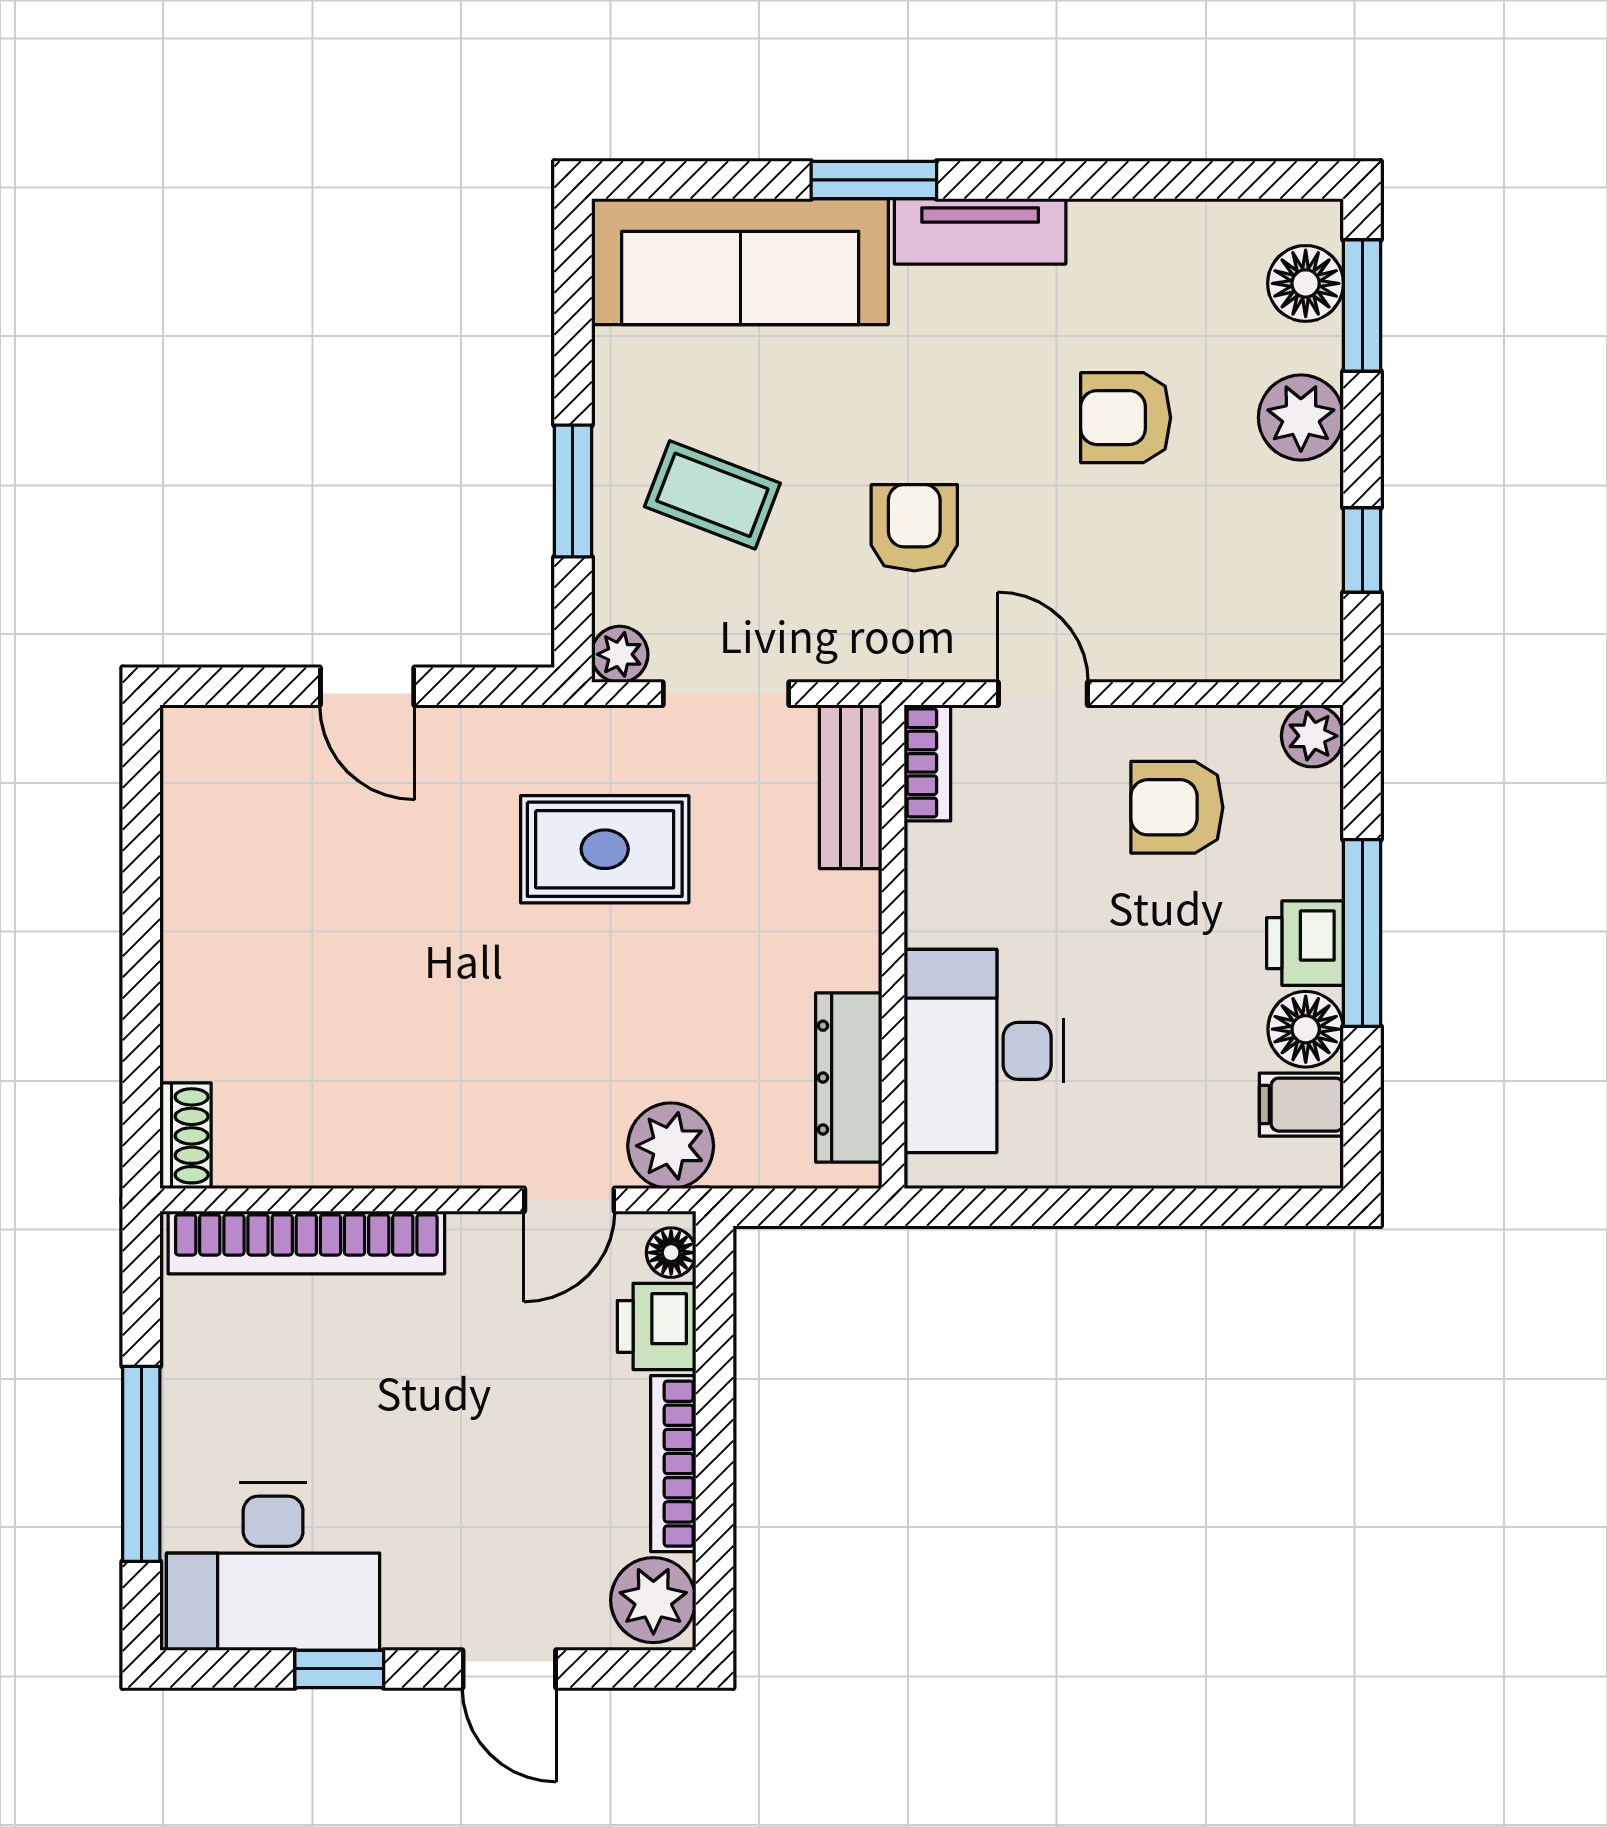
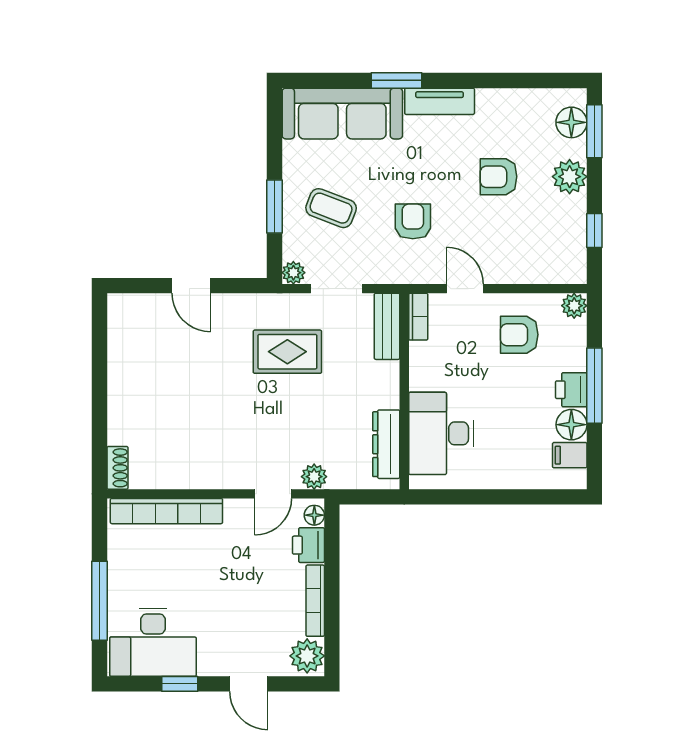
plant: (671, 1146) -> (314, 477), width x0.73, depth x0.73

